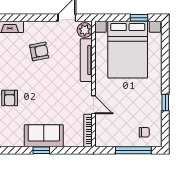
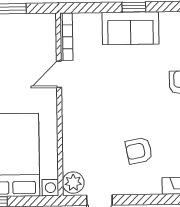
tv unit: (86, 60) -> (70, 139), removed
door: (94, 105) -> (59, 74), hinge flipped

